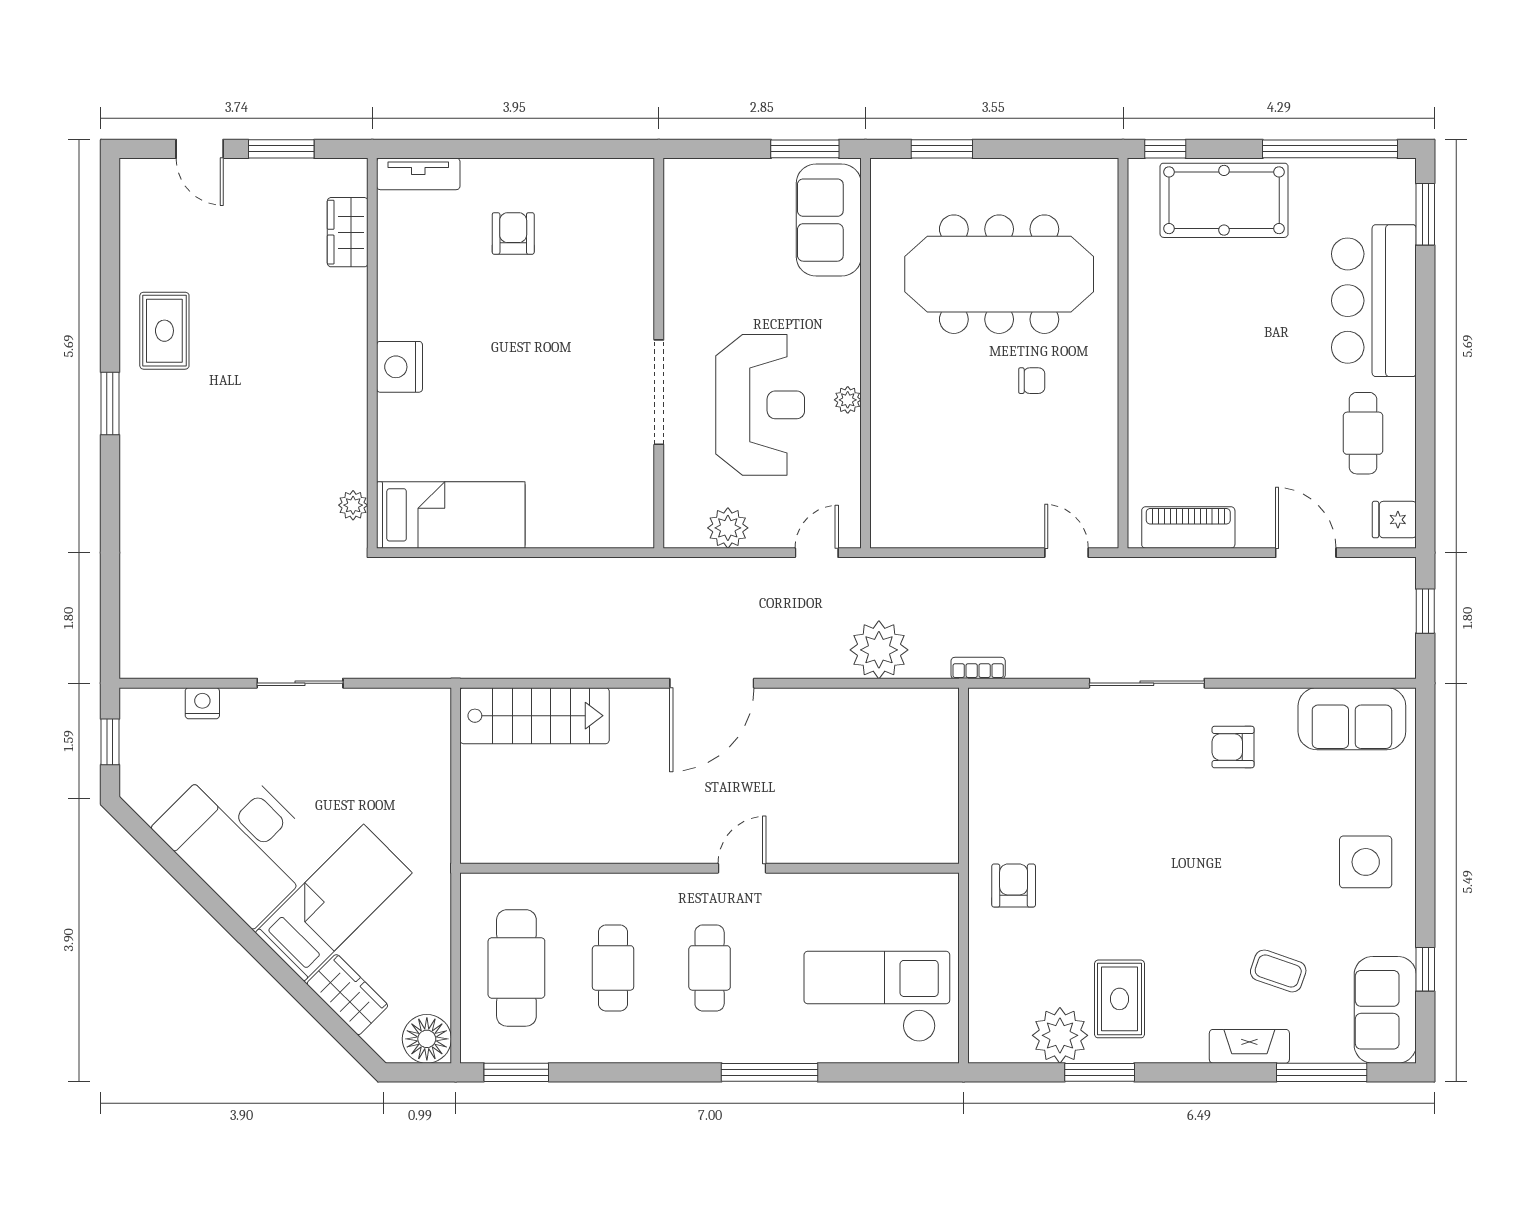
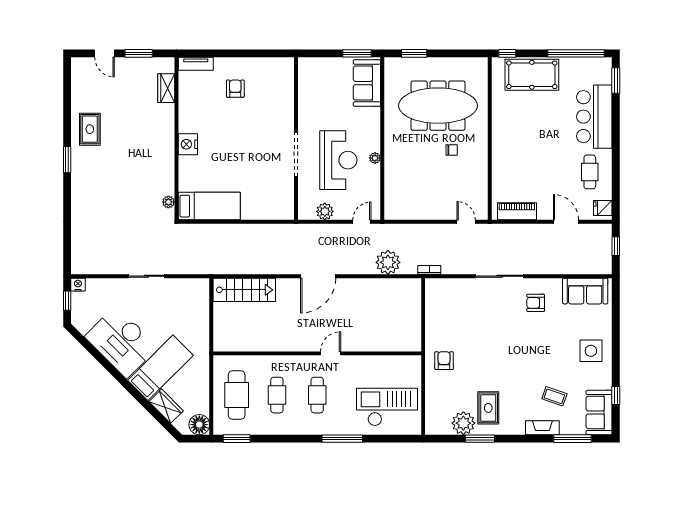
nightstand: (202, 703) -> (78, 285), moved

